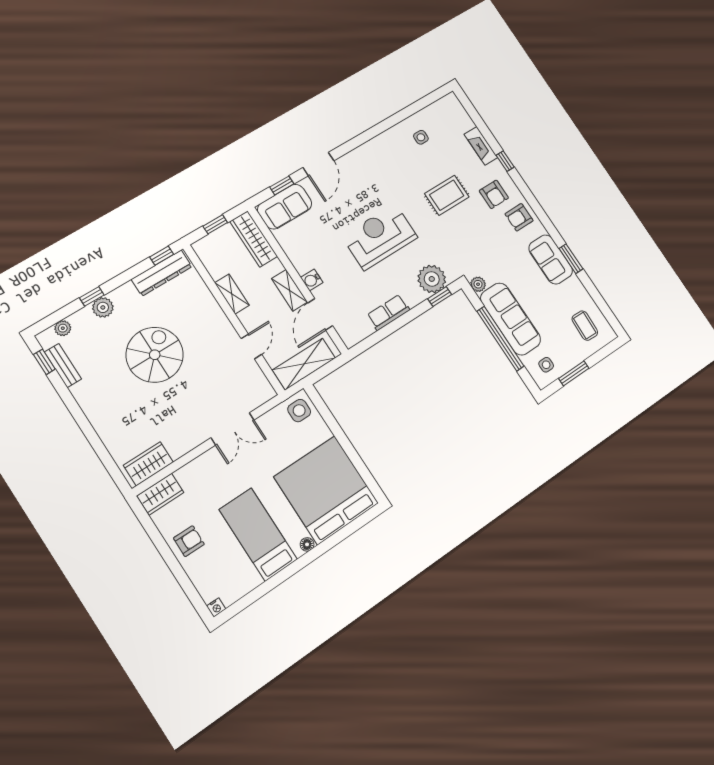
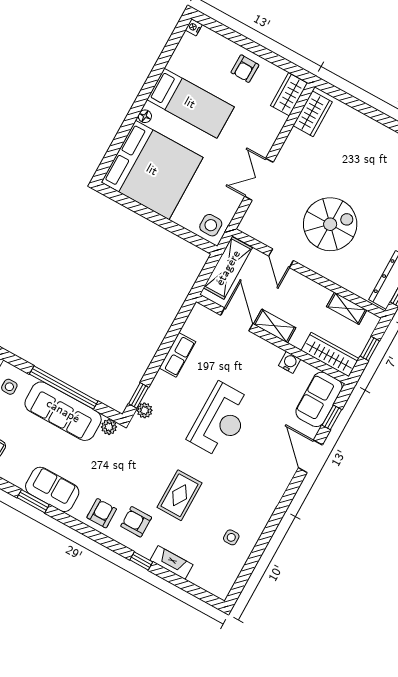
plant: (432, 279) -> (145, 410), width x0.53, depth x0.53
water cooler: (312, 280) -> (290, 362), moved
shelving: (232, 294) -> (347, 308), moved
spiral stairs: (155, 355) -> (330, 224), moved, turned -90

